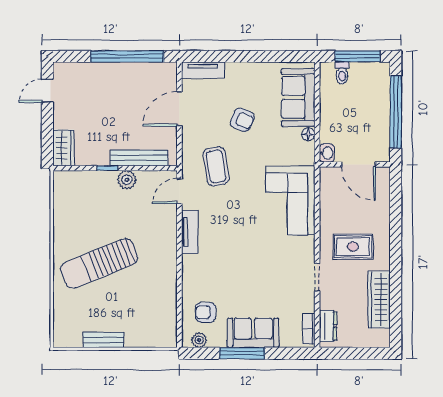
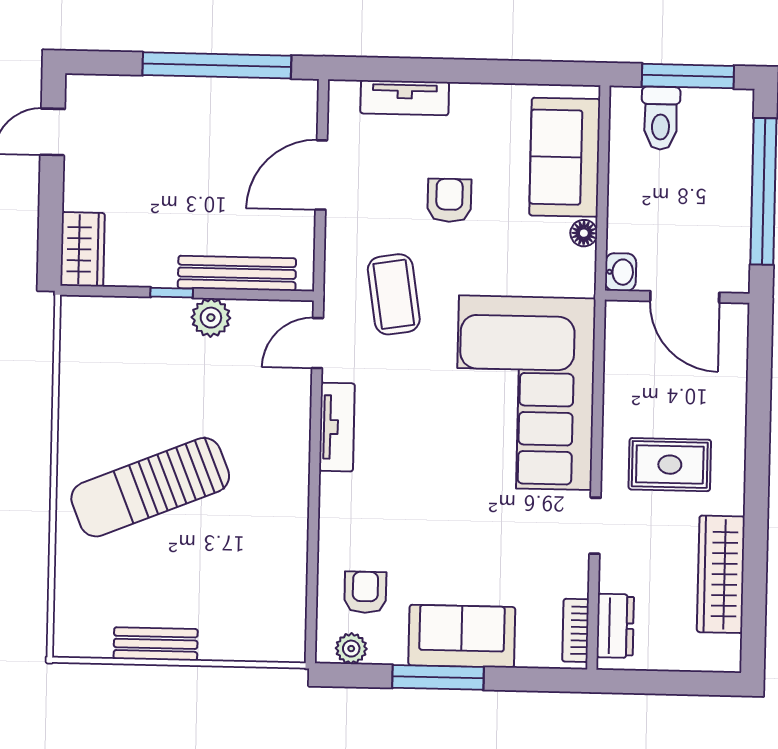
tv unit: (203, 70) -> (405, 98), moved
toilet: (342, 73) -> (661, 118), width x1.37, depth x1.39
armchair: (242, 120) -> (449, 200), turned -112
corner sofa: (290, 201) -> (525, 393), width x1.36, depth x1.36
armchair: (205, 312) -> (365, 592), turned 90

